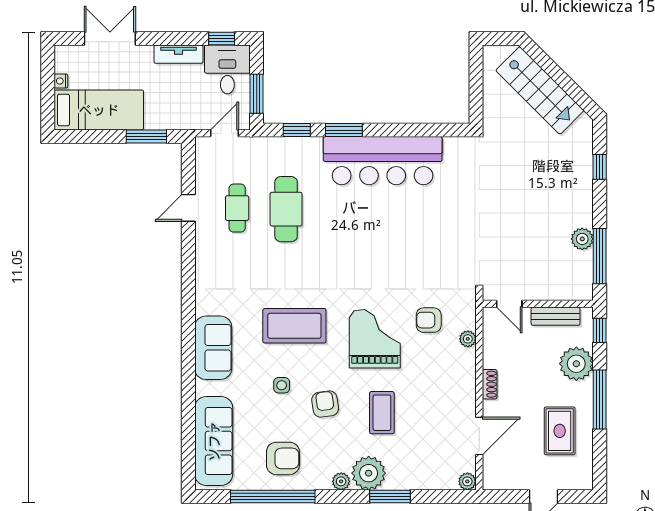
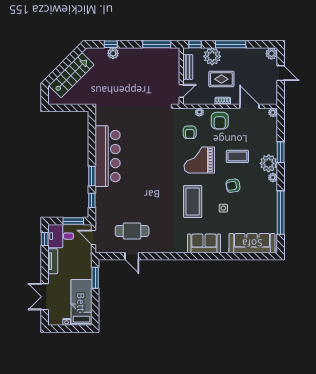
cafe table: (237, 208) -> (132, 231), width x1.37, depth x1.35
cafe table: (286, 209) -> (133, 206), removed
plant: (582, 239) -> (113, 53), moved
rug: (560, 431) -> (221, 79), moved
armchair: (283, 458) -> (220, 121), moved, turned 180
plant: (582, 479) -> (271, 53), added

